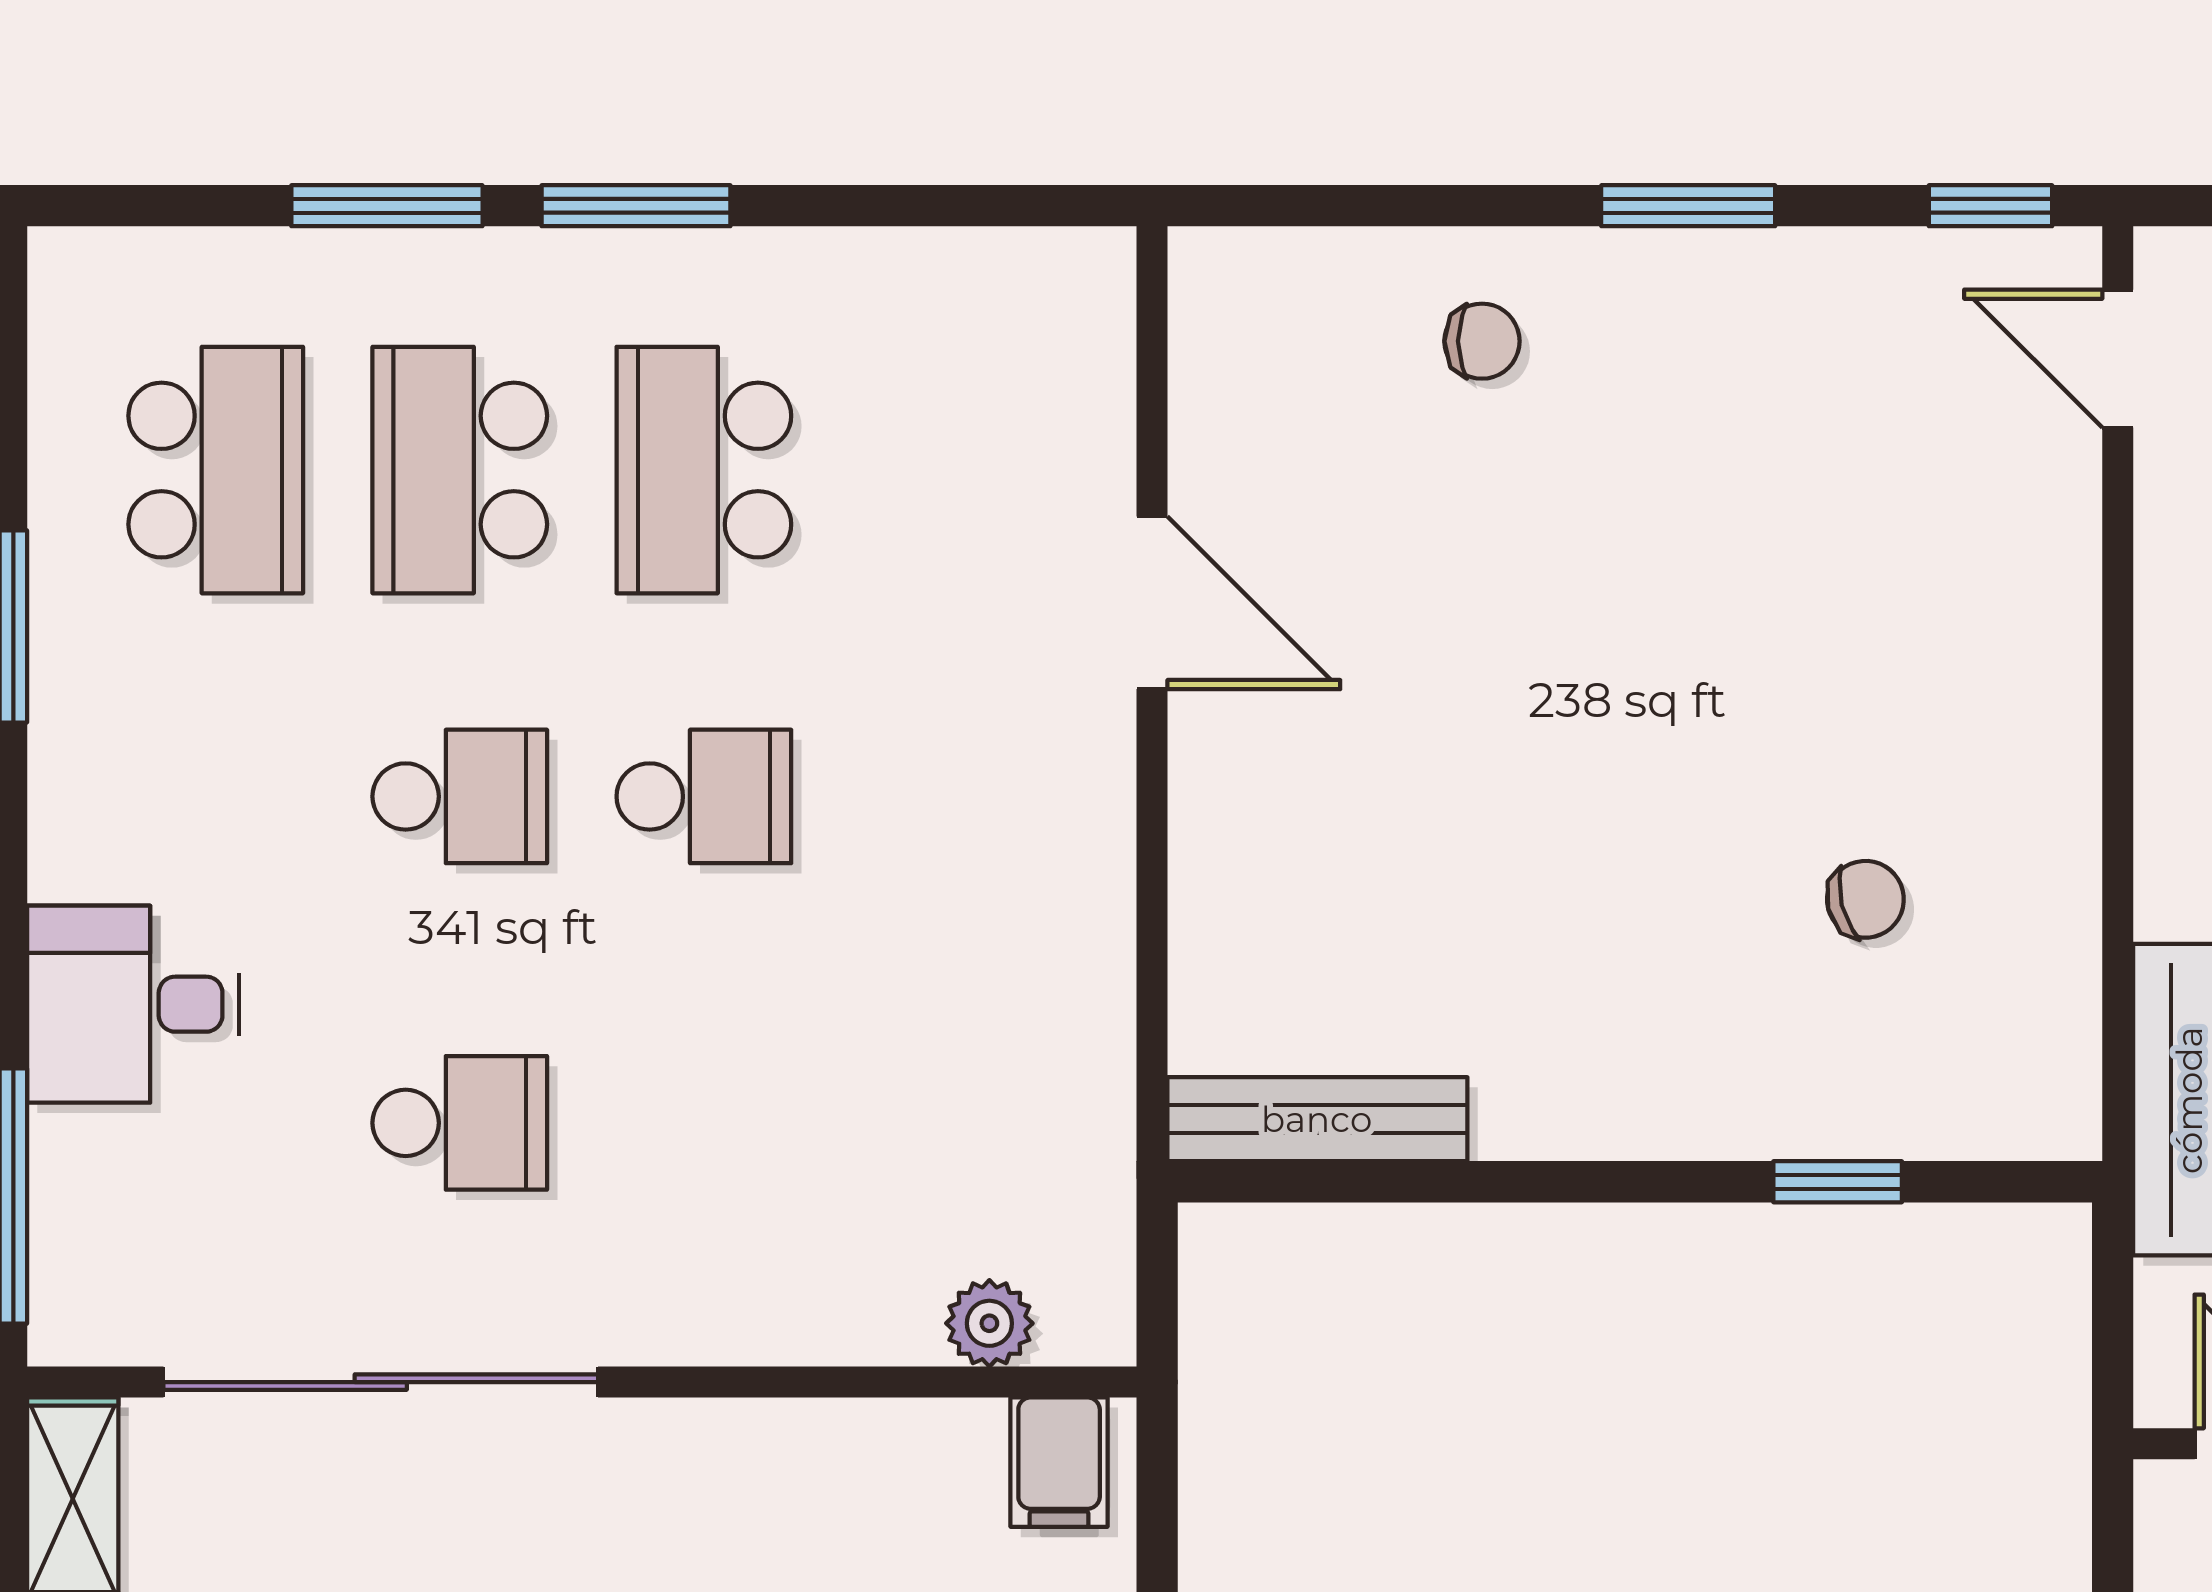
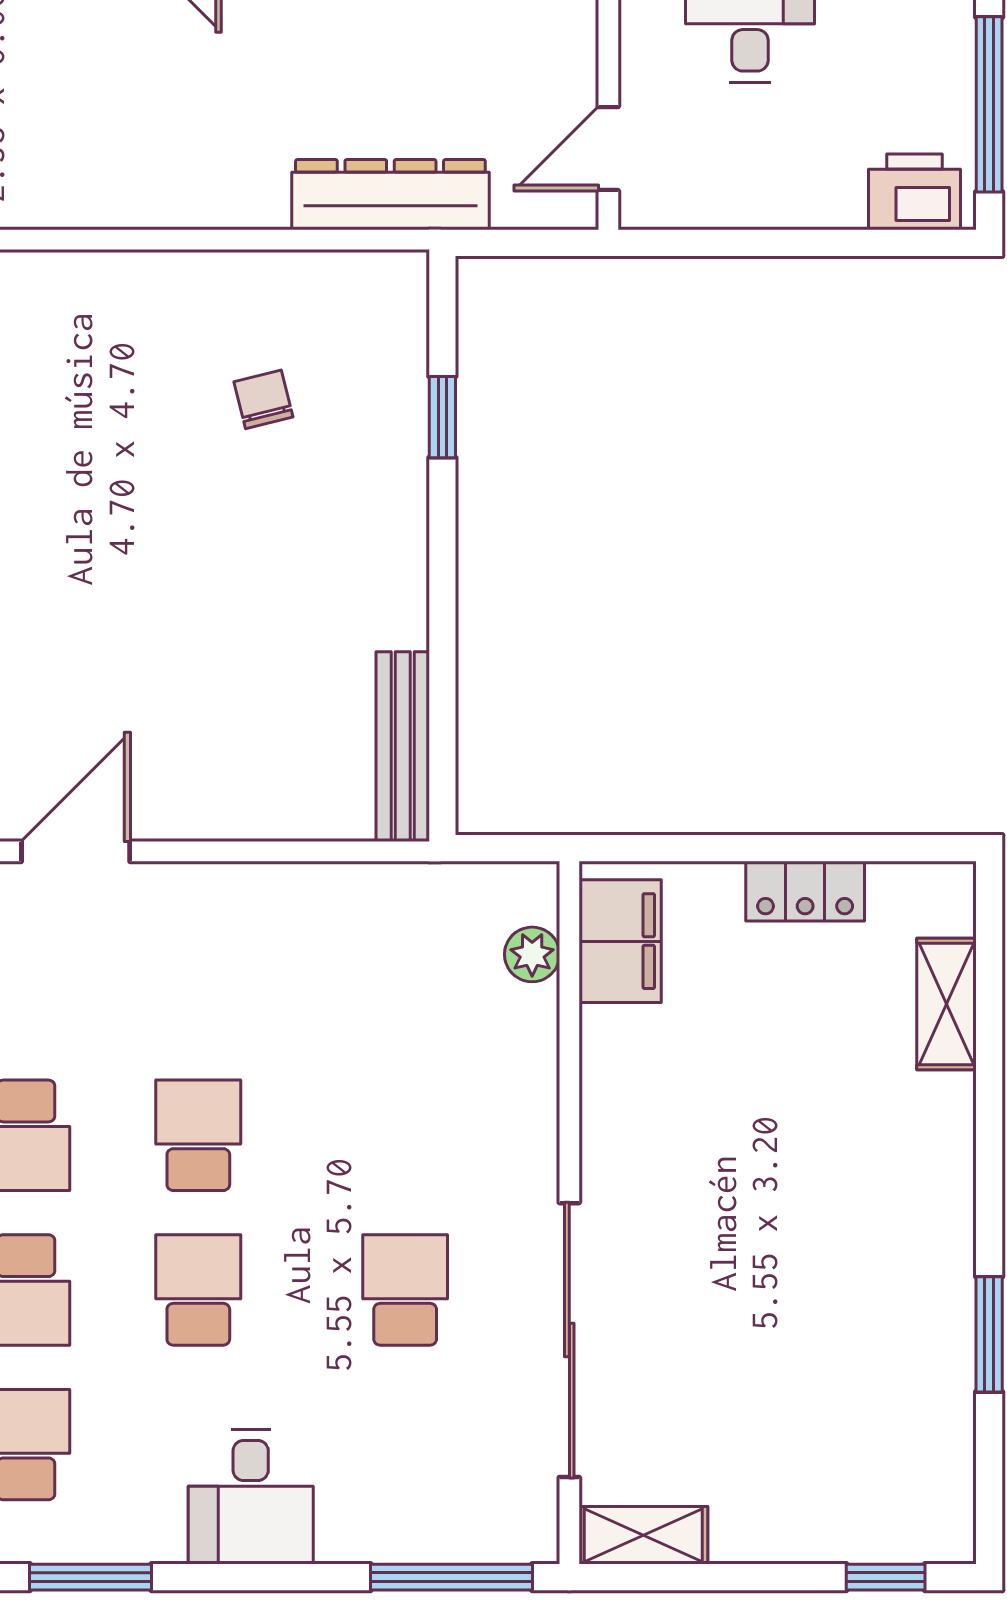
desk: (133, 1004) -> (251, 1497), moved
filing cabinet: (1059, 1462) -> (620, 941), width x2.00

